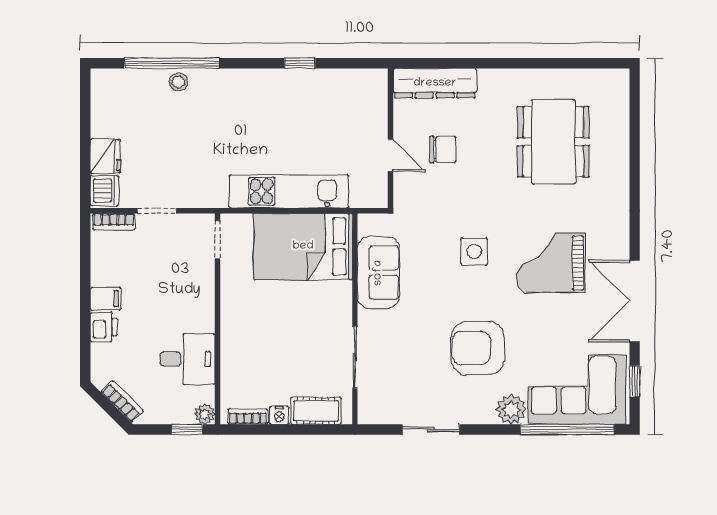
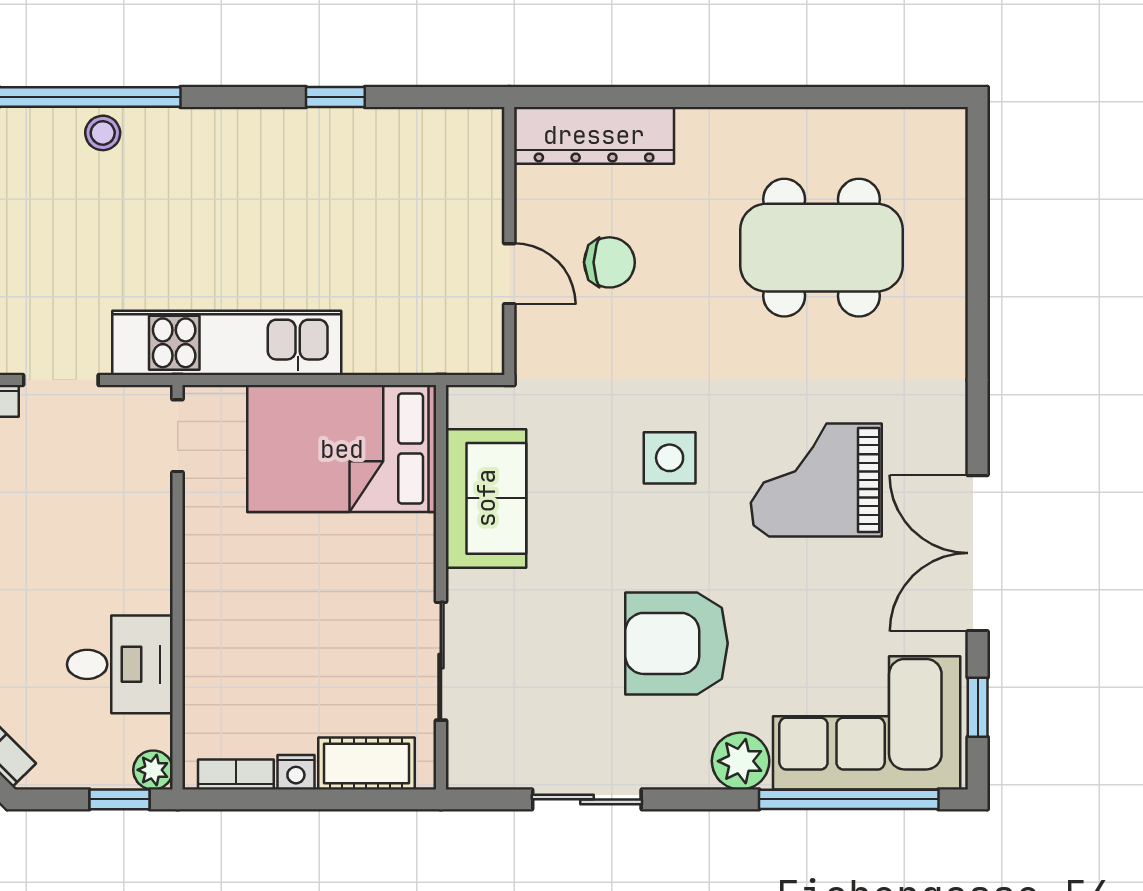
dining table: (553, 142) -> (822, 248), turned 90
kitchen unit: (289, 191) -> (227, 343), moved

